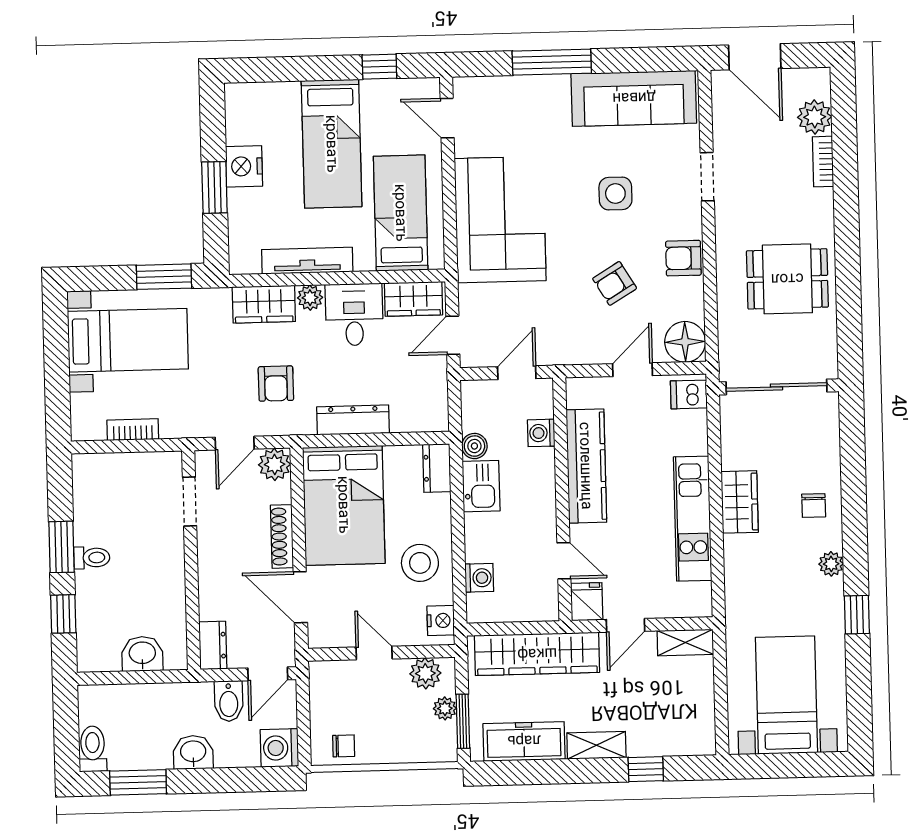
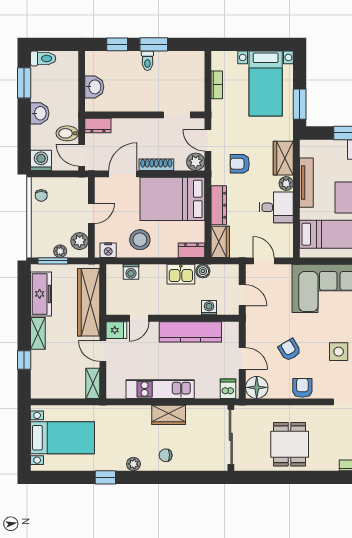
wardrobe: (413, 299) -> (220, 242), moved, turned 180

